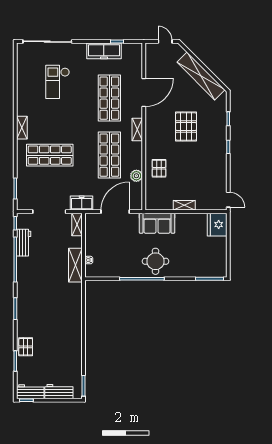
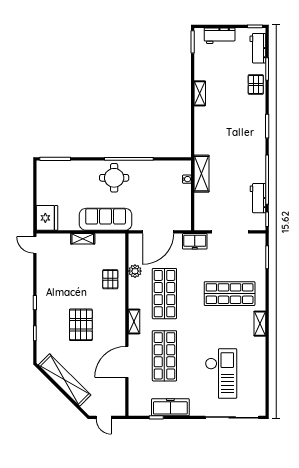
checkout: (58, 82) -> (221, 374), width x1.36, depth x1.21
sofa: (157, 223) -> (106, 219), width x1.36
shelving: (77, 224) -> (200, 93), moved
workbench: (30, 392) -> (258, 48), moved, turned 90

